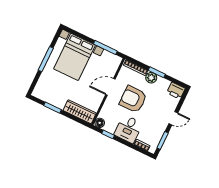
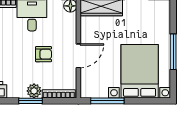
armchair: (133, 99) -> (44, 54), width x0.53, depth x0.53

